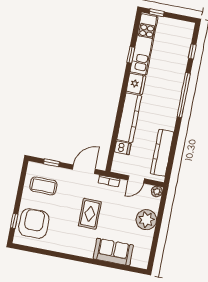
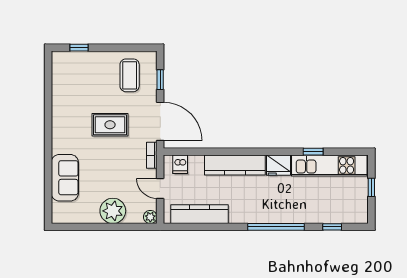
window: (157, 13) -> (371, 187), moved
dishwasher: (123, 148) -> (180, 164), moved
door: (84, 169) -> (160, 121), width x1.36
rug: (90, 214) -> (110, 125), moved
armchair: (34, 223) -> (81, 73), removed

